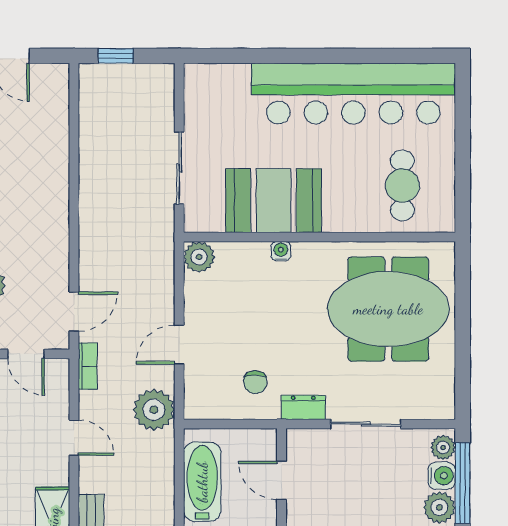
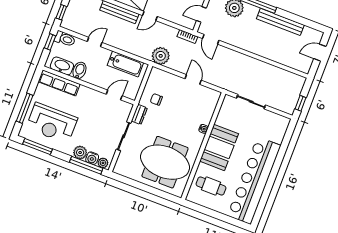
window: (116, 56) -> (300, 103), moved
booth: (274, 201) -> (219, 147), moved
plant: (199, 257) -> (213, 96), removed
meeting table: (388, 309) -> (165, 162), turned 90
door: (179, 345) -> (193, 80), moved
door: (74, 438) -> (150, 16), moved

